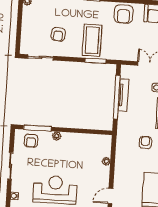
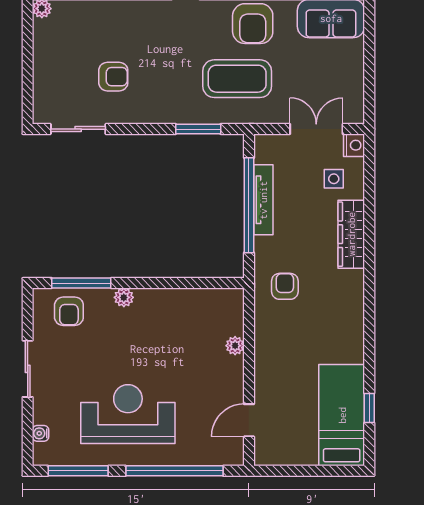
armchair: (58, 34) -> (113, 77), turned -94
coffee table: (92, 40) -> (237, 79), moved, turned 90
armchair: (145, 143) -> (285, 286), moved

